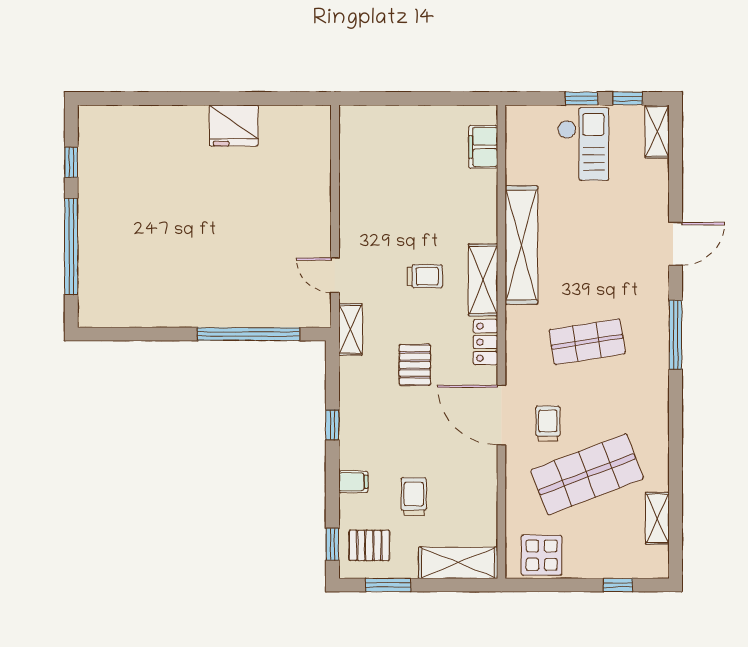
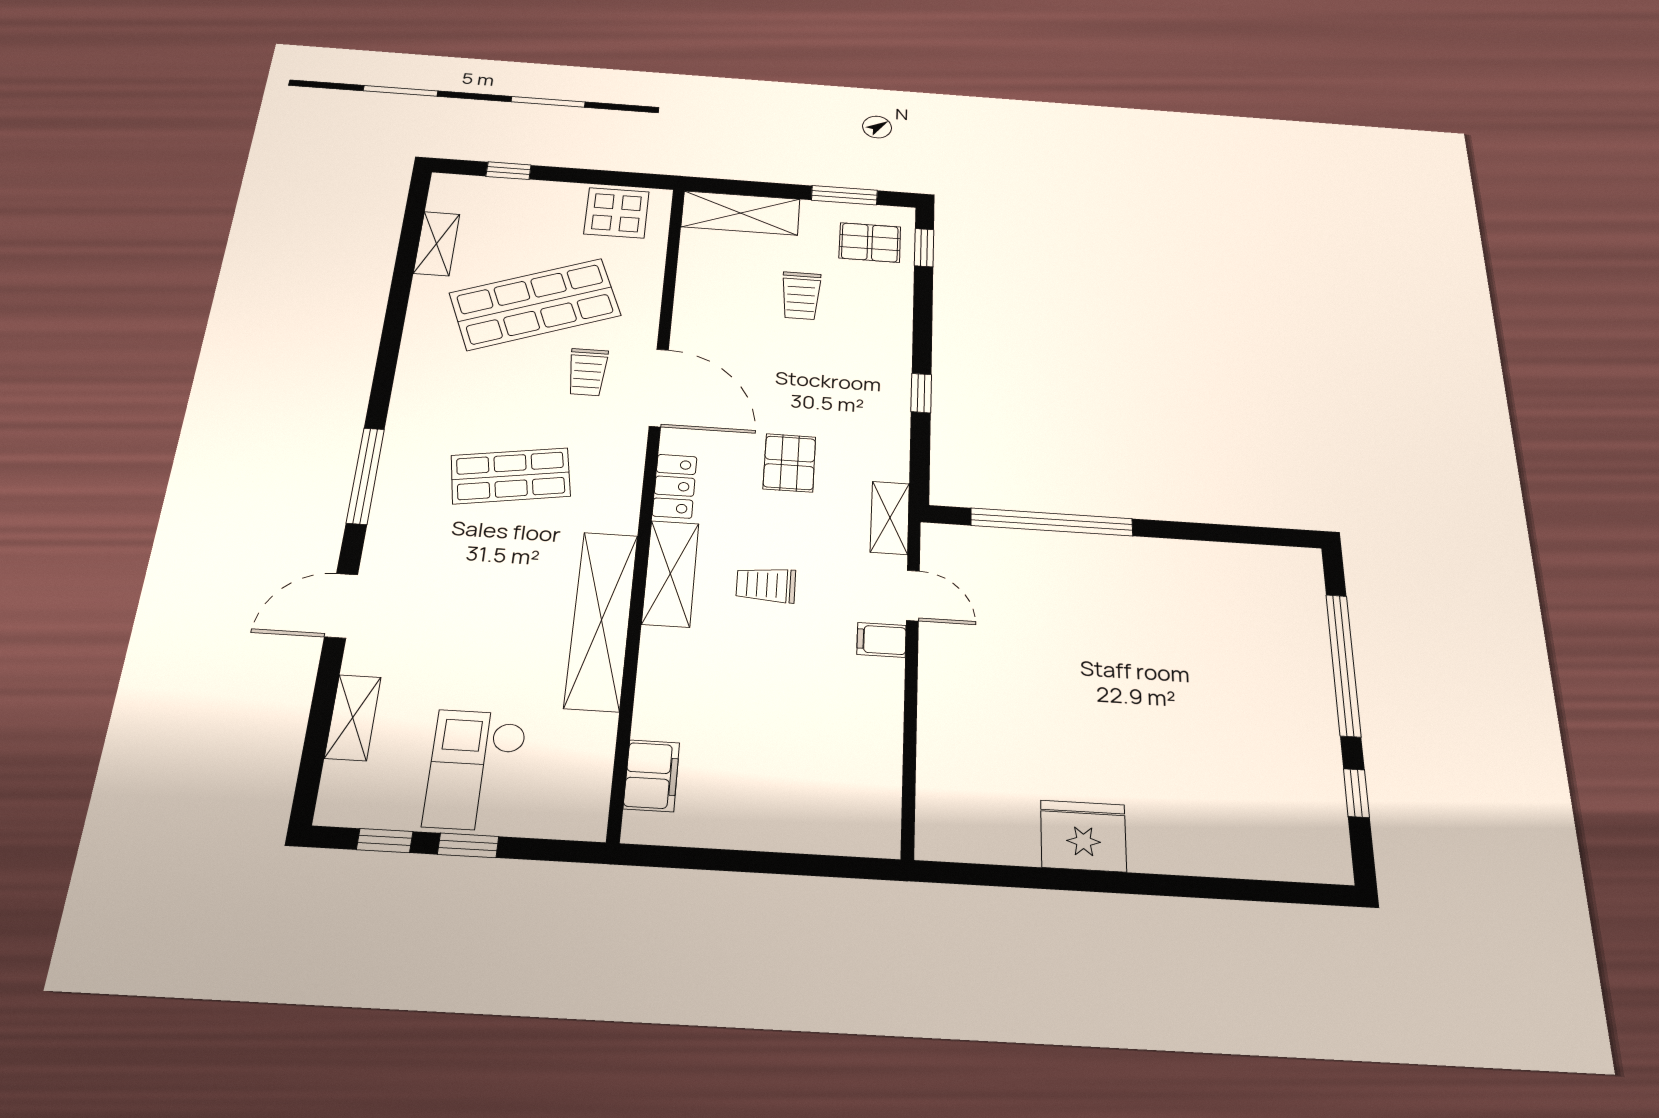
shelving: (657, 131) -> (353, 718), moved
filing cabinet: (353, 482) -> (882, 640), moved

